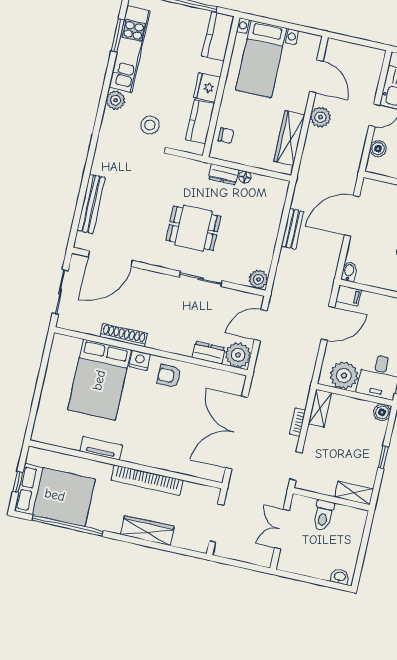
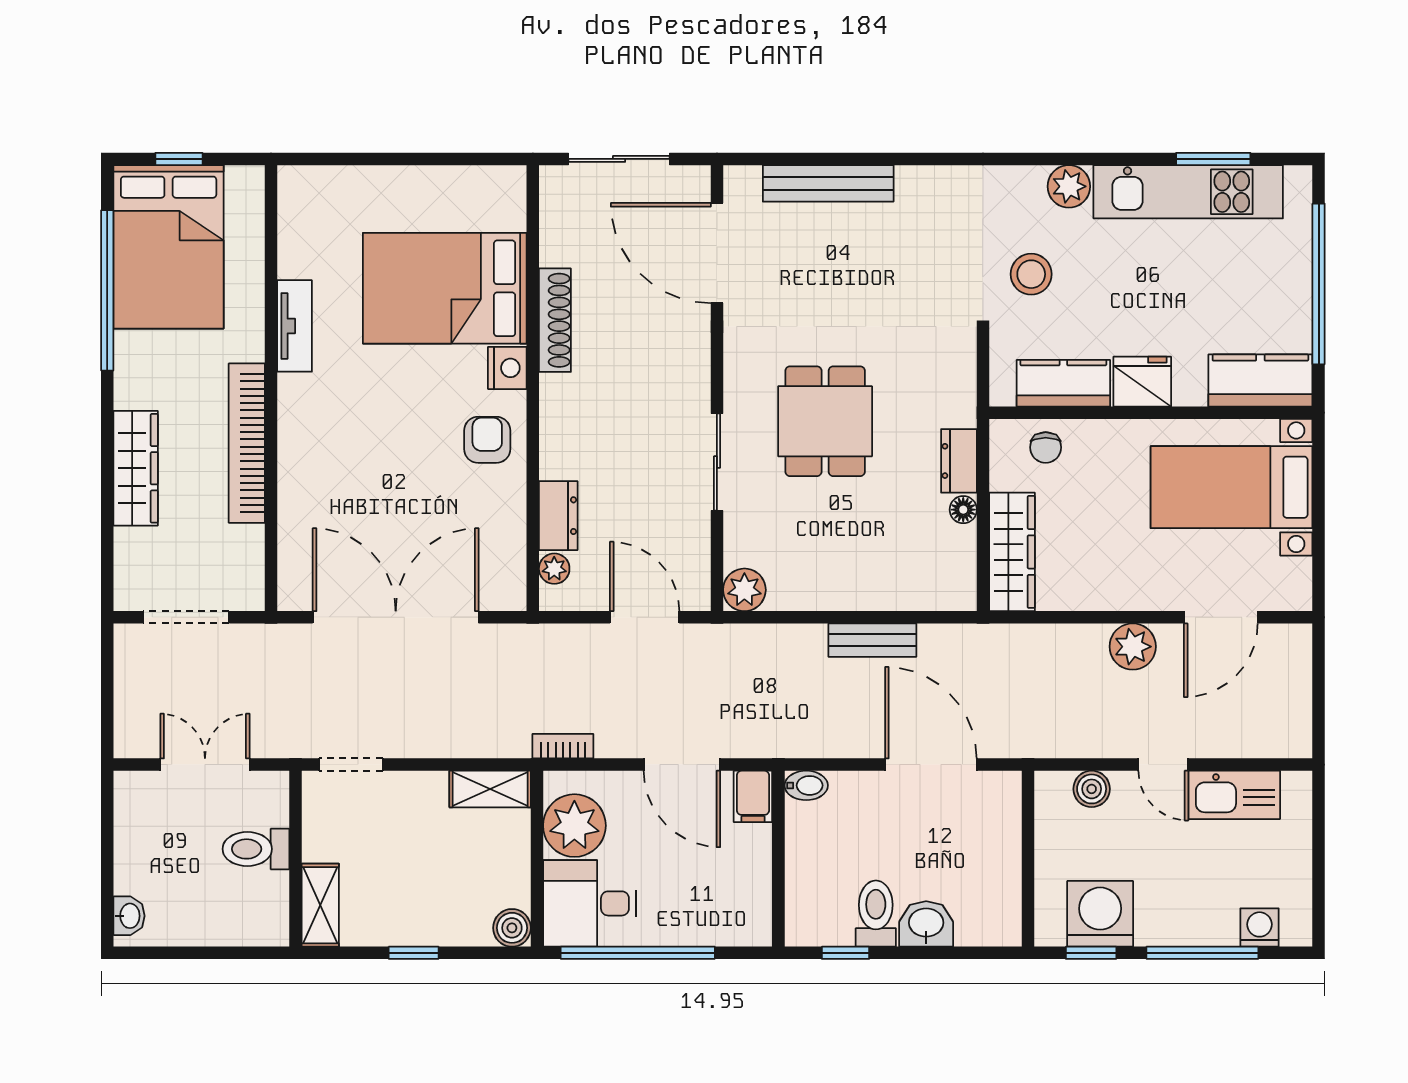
wardrobe: (289, 138) -> (1012, 552), moved, turned 90
plant: (238, 355) -> (554, 569), width x0.53, depth x0.53
bookcase: (298, 422) -> (563, 746), moved

